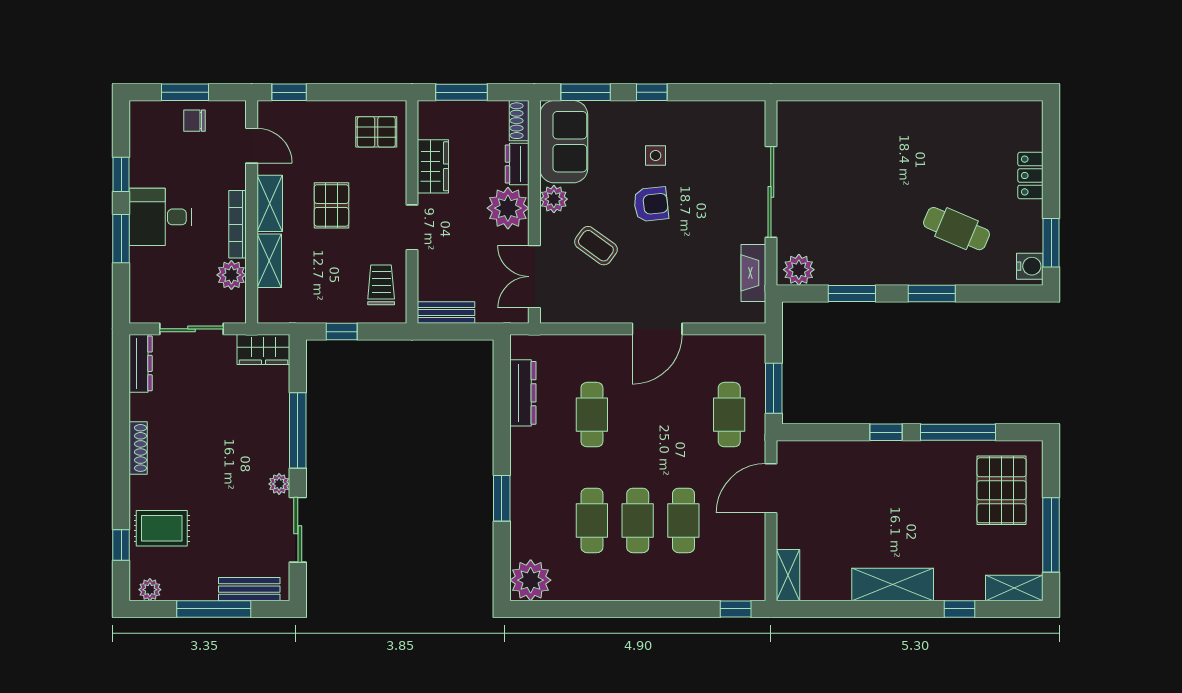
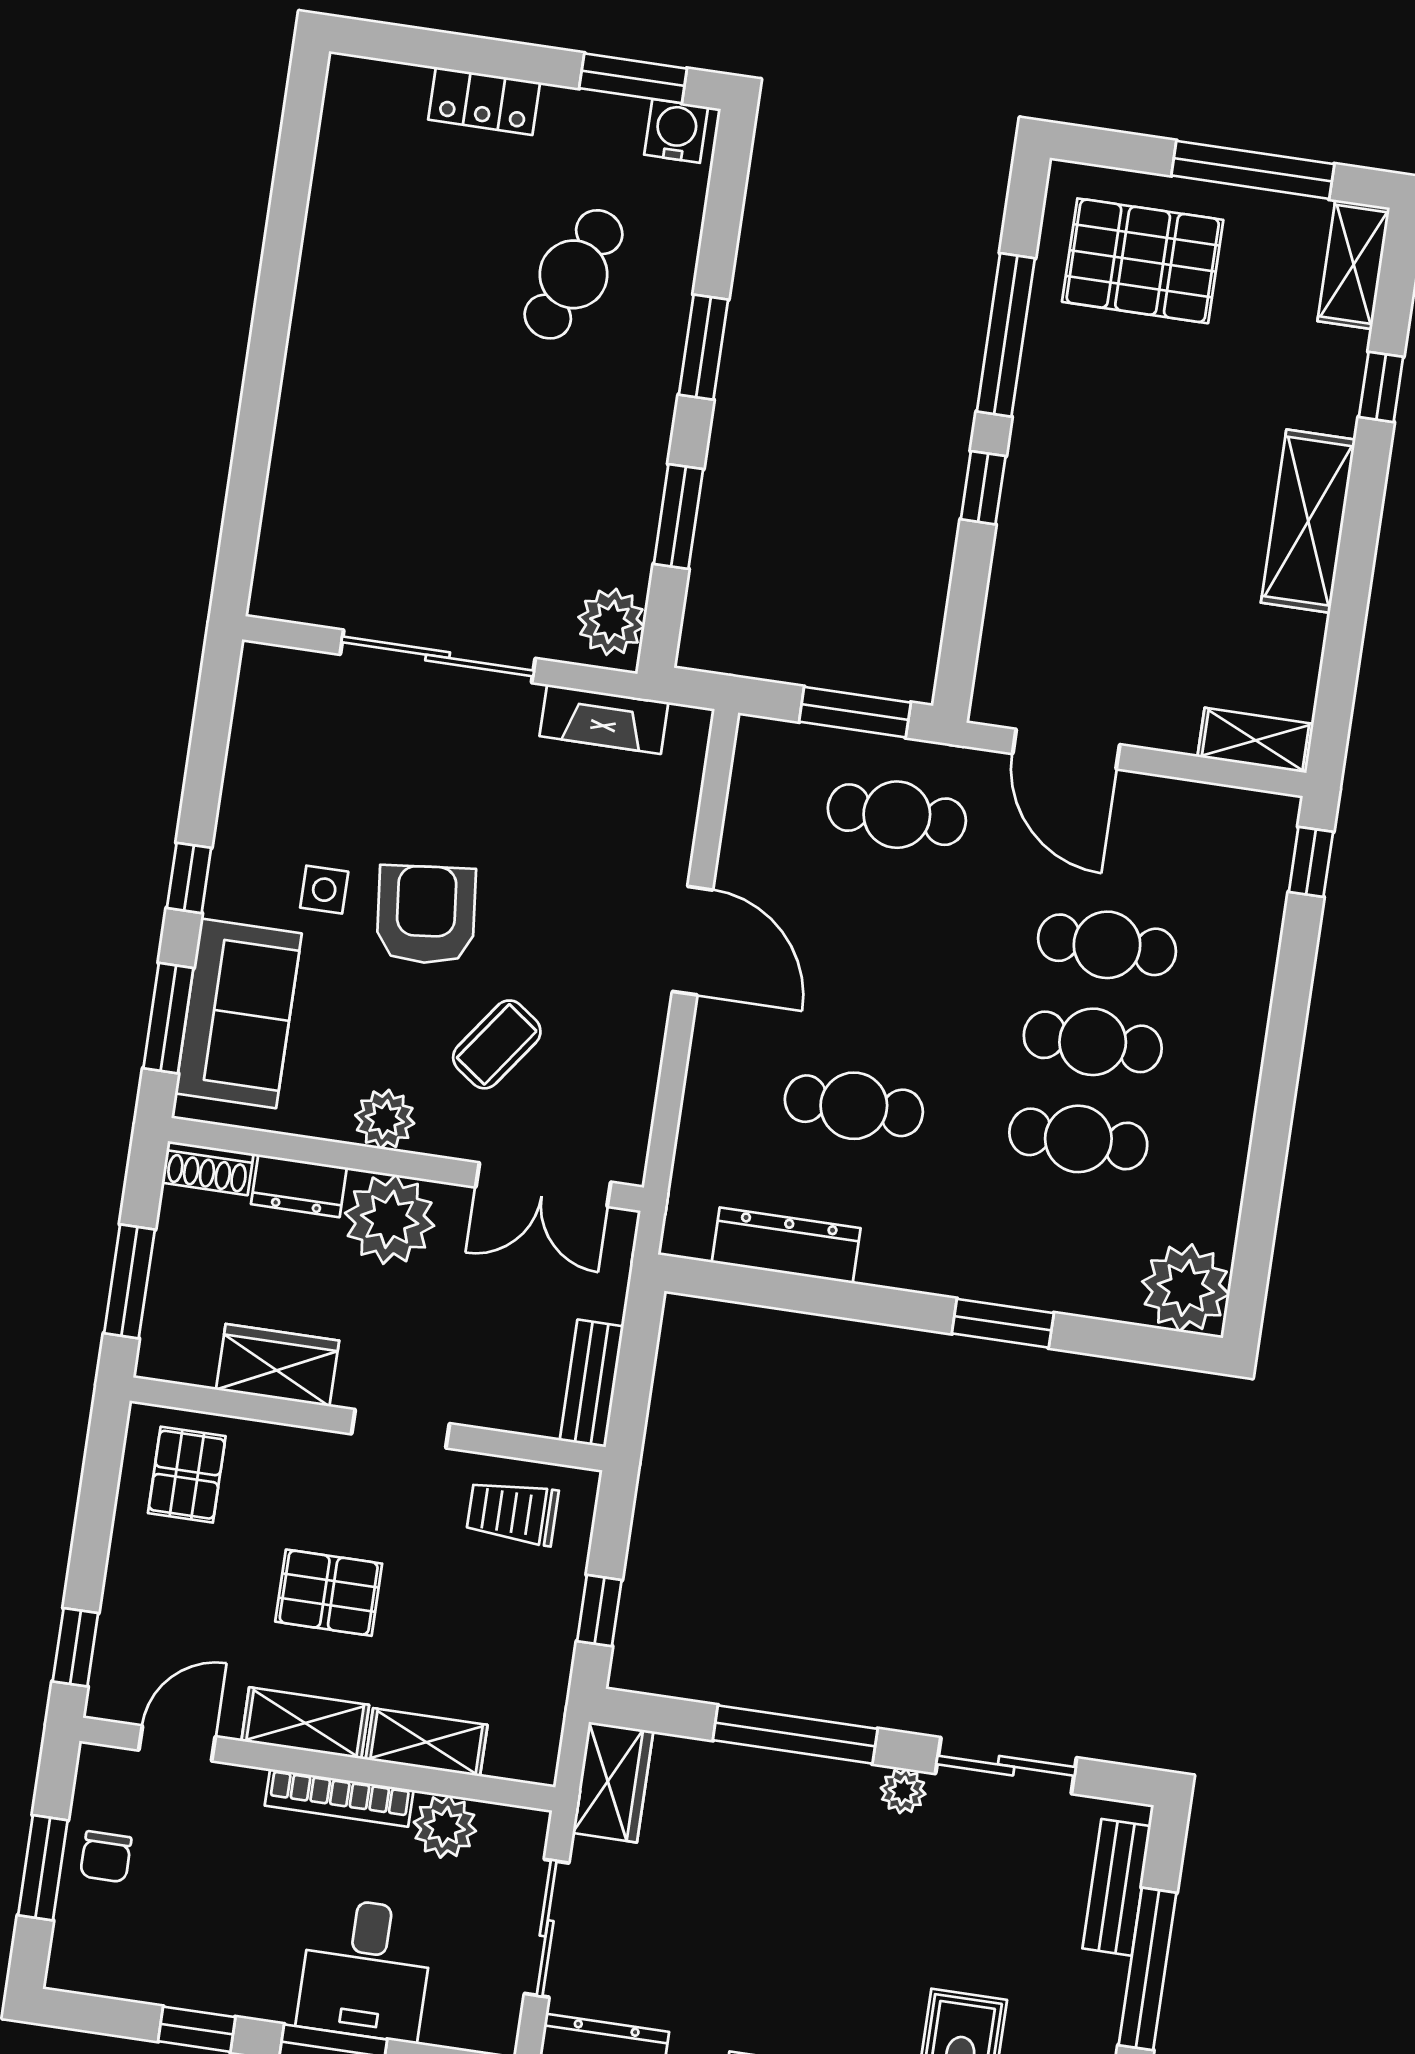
sofa: (564, 142) -> (238, 1013), moved, turned 90
armchair: (651, 204) -> (426, 915), width x1.38, depth x1.38
desk: (160, 217) -> (366, 1969), moved

